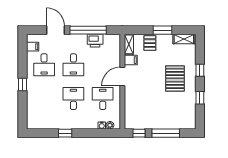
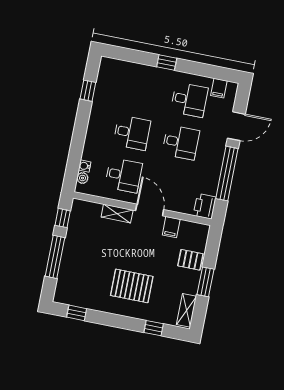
printer: (95, 41) -> (205, 206), moved
shelving: (129, 44) -> (117, 213), moved
desk: (44, 65) -> (189, 100), turned 180
desk: (73, 65) -> (181, 142), turned 180
window: (200, 70) -> (154, 328), moved
window: (200, 98) -> (77, 313), moved
window: (65, 133) -> (88, 91), moved

